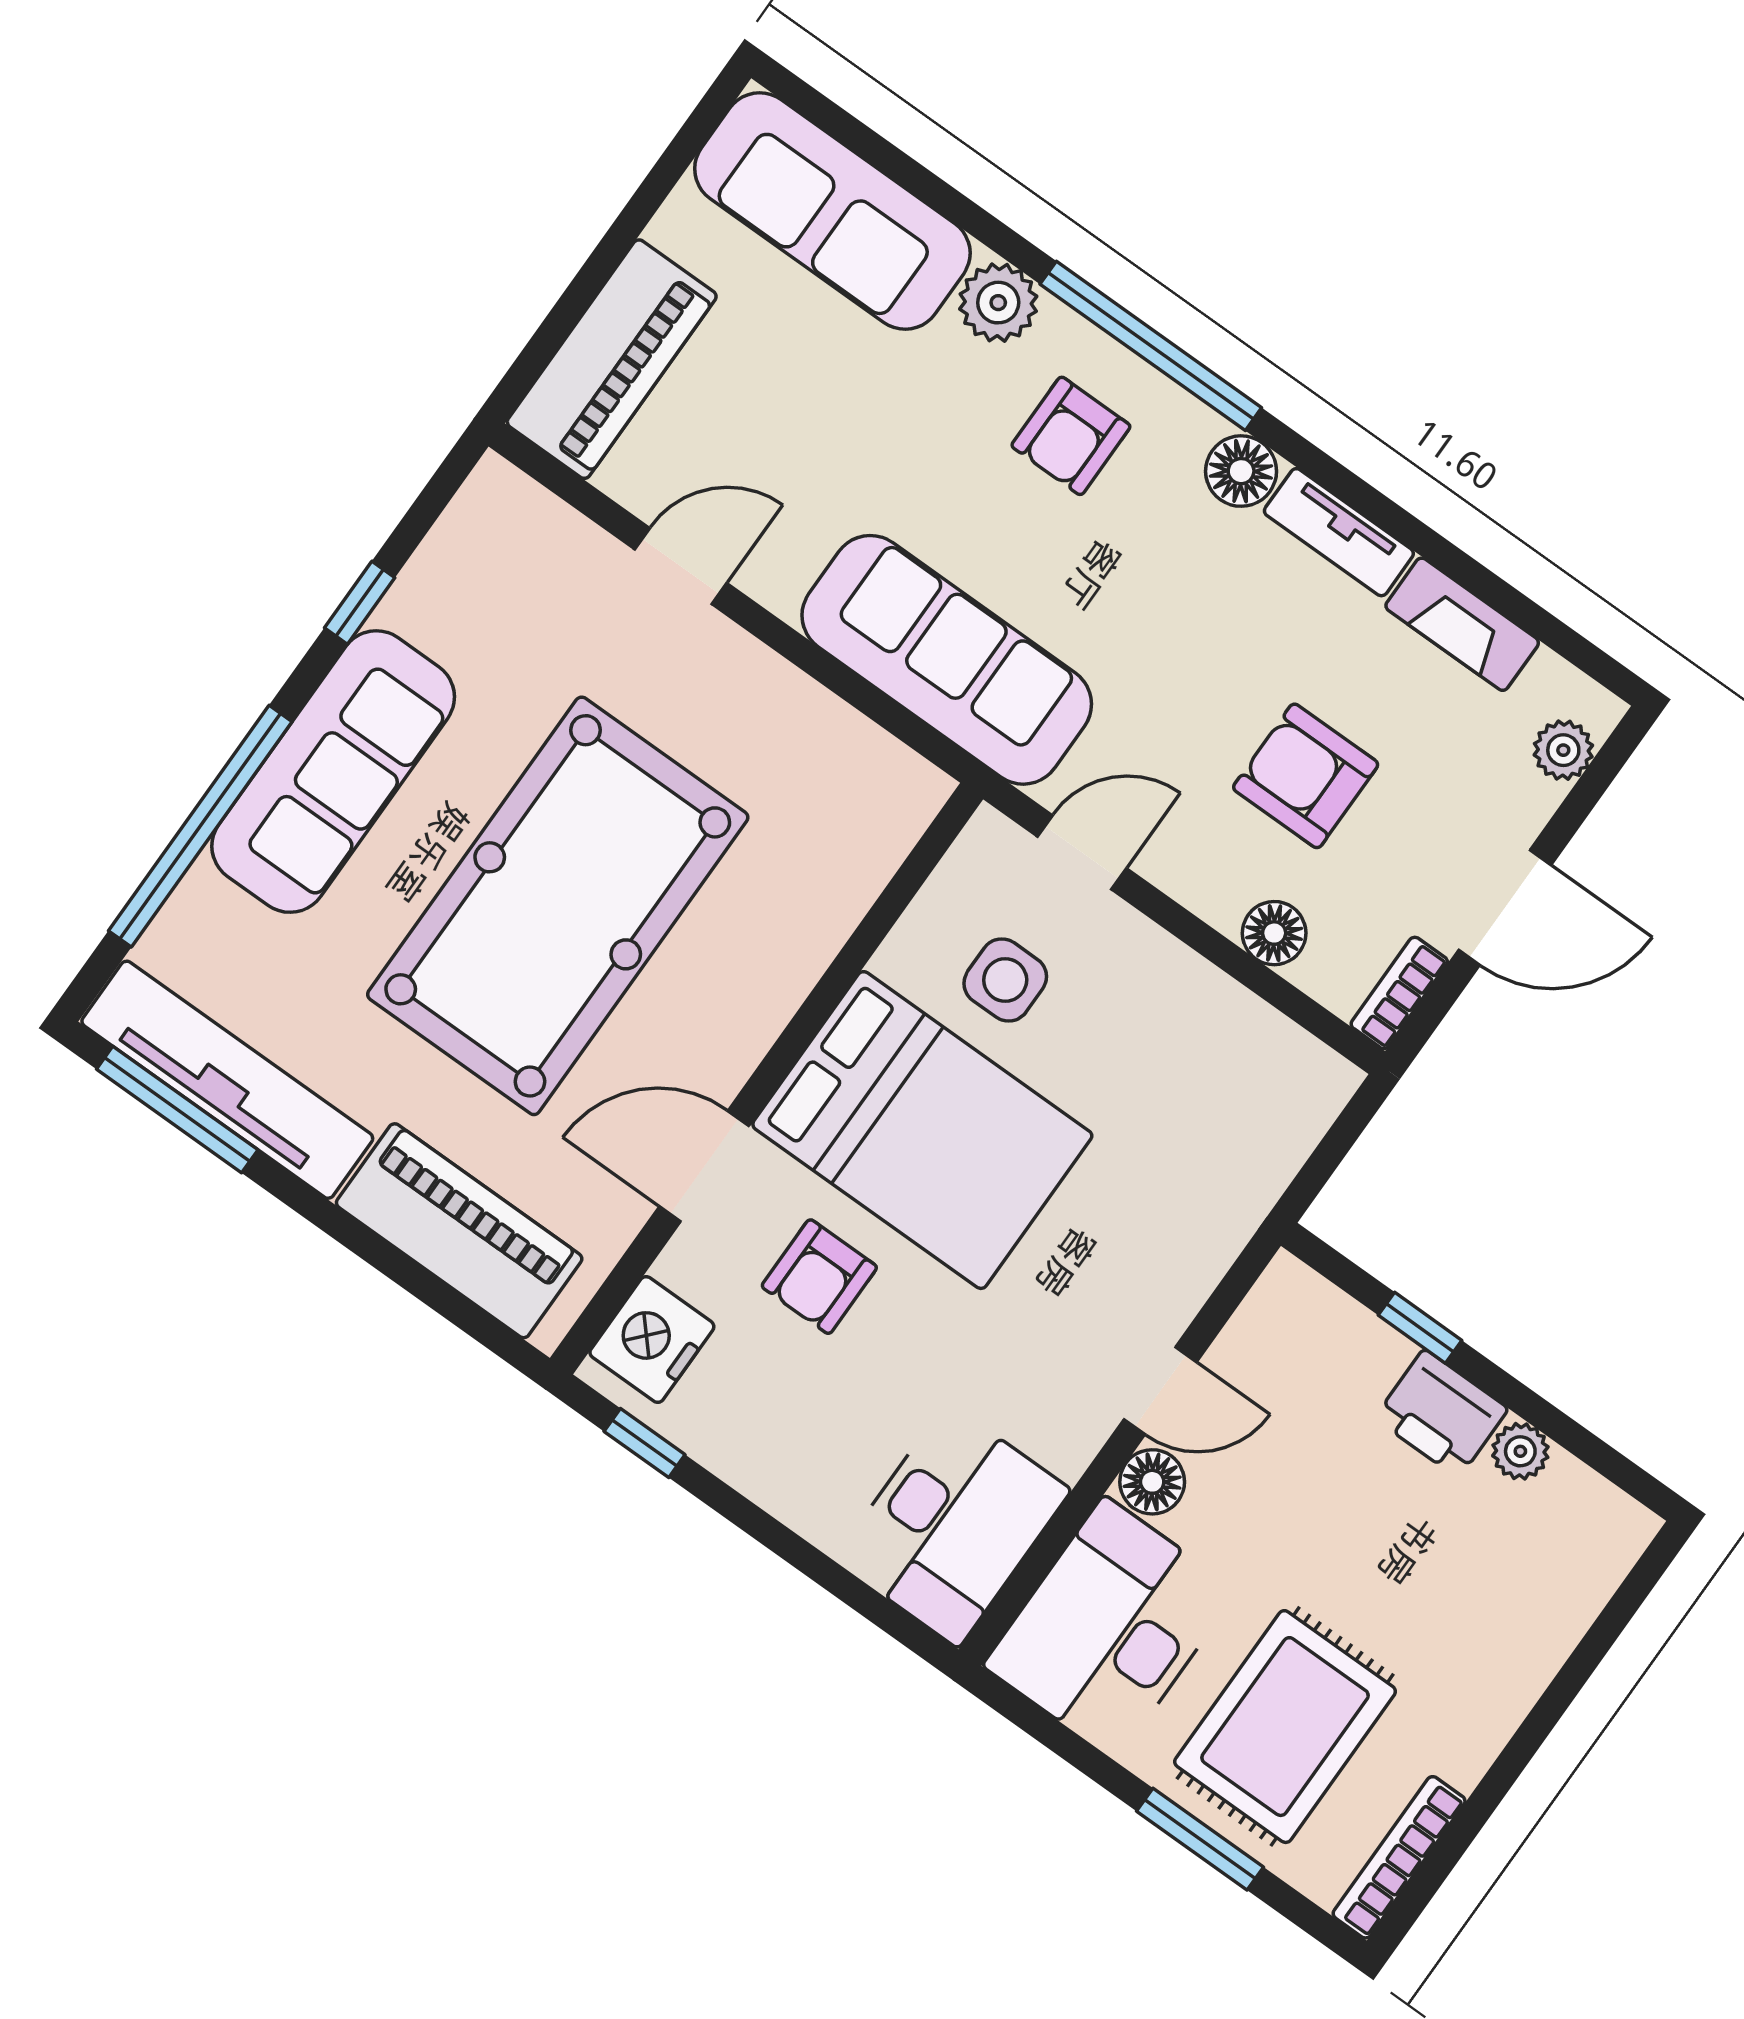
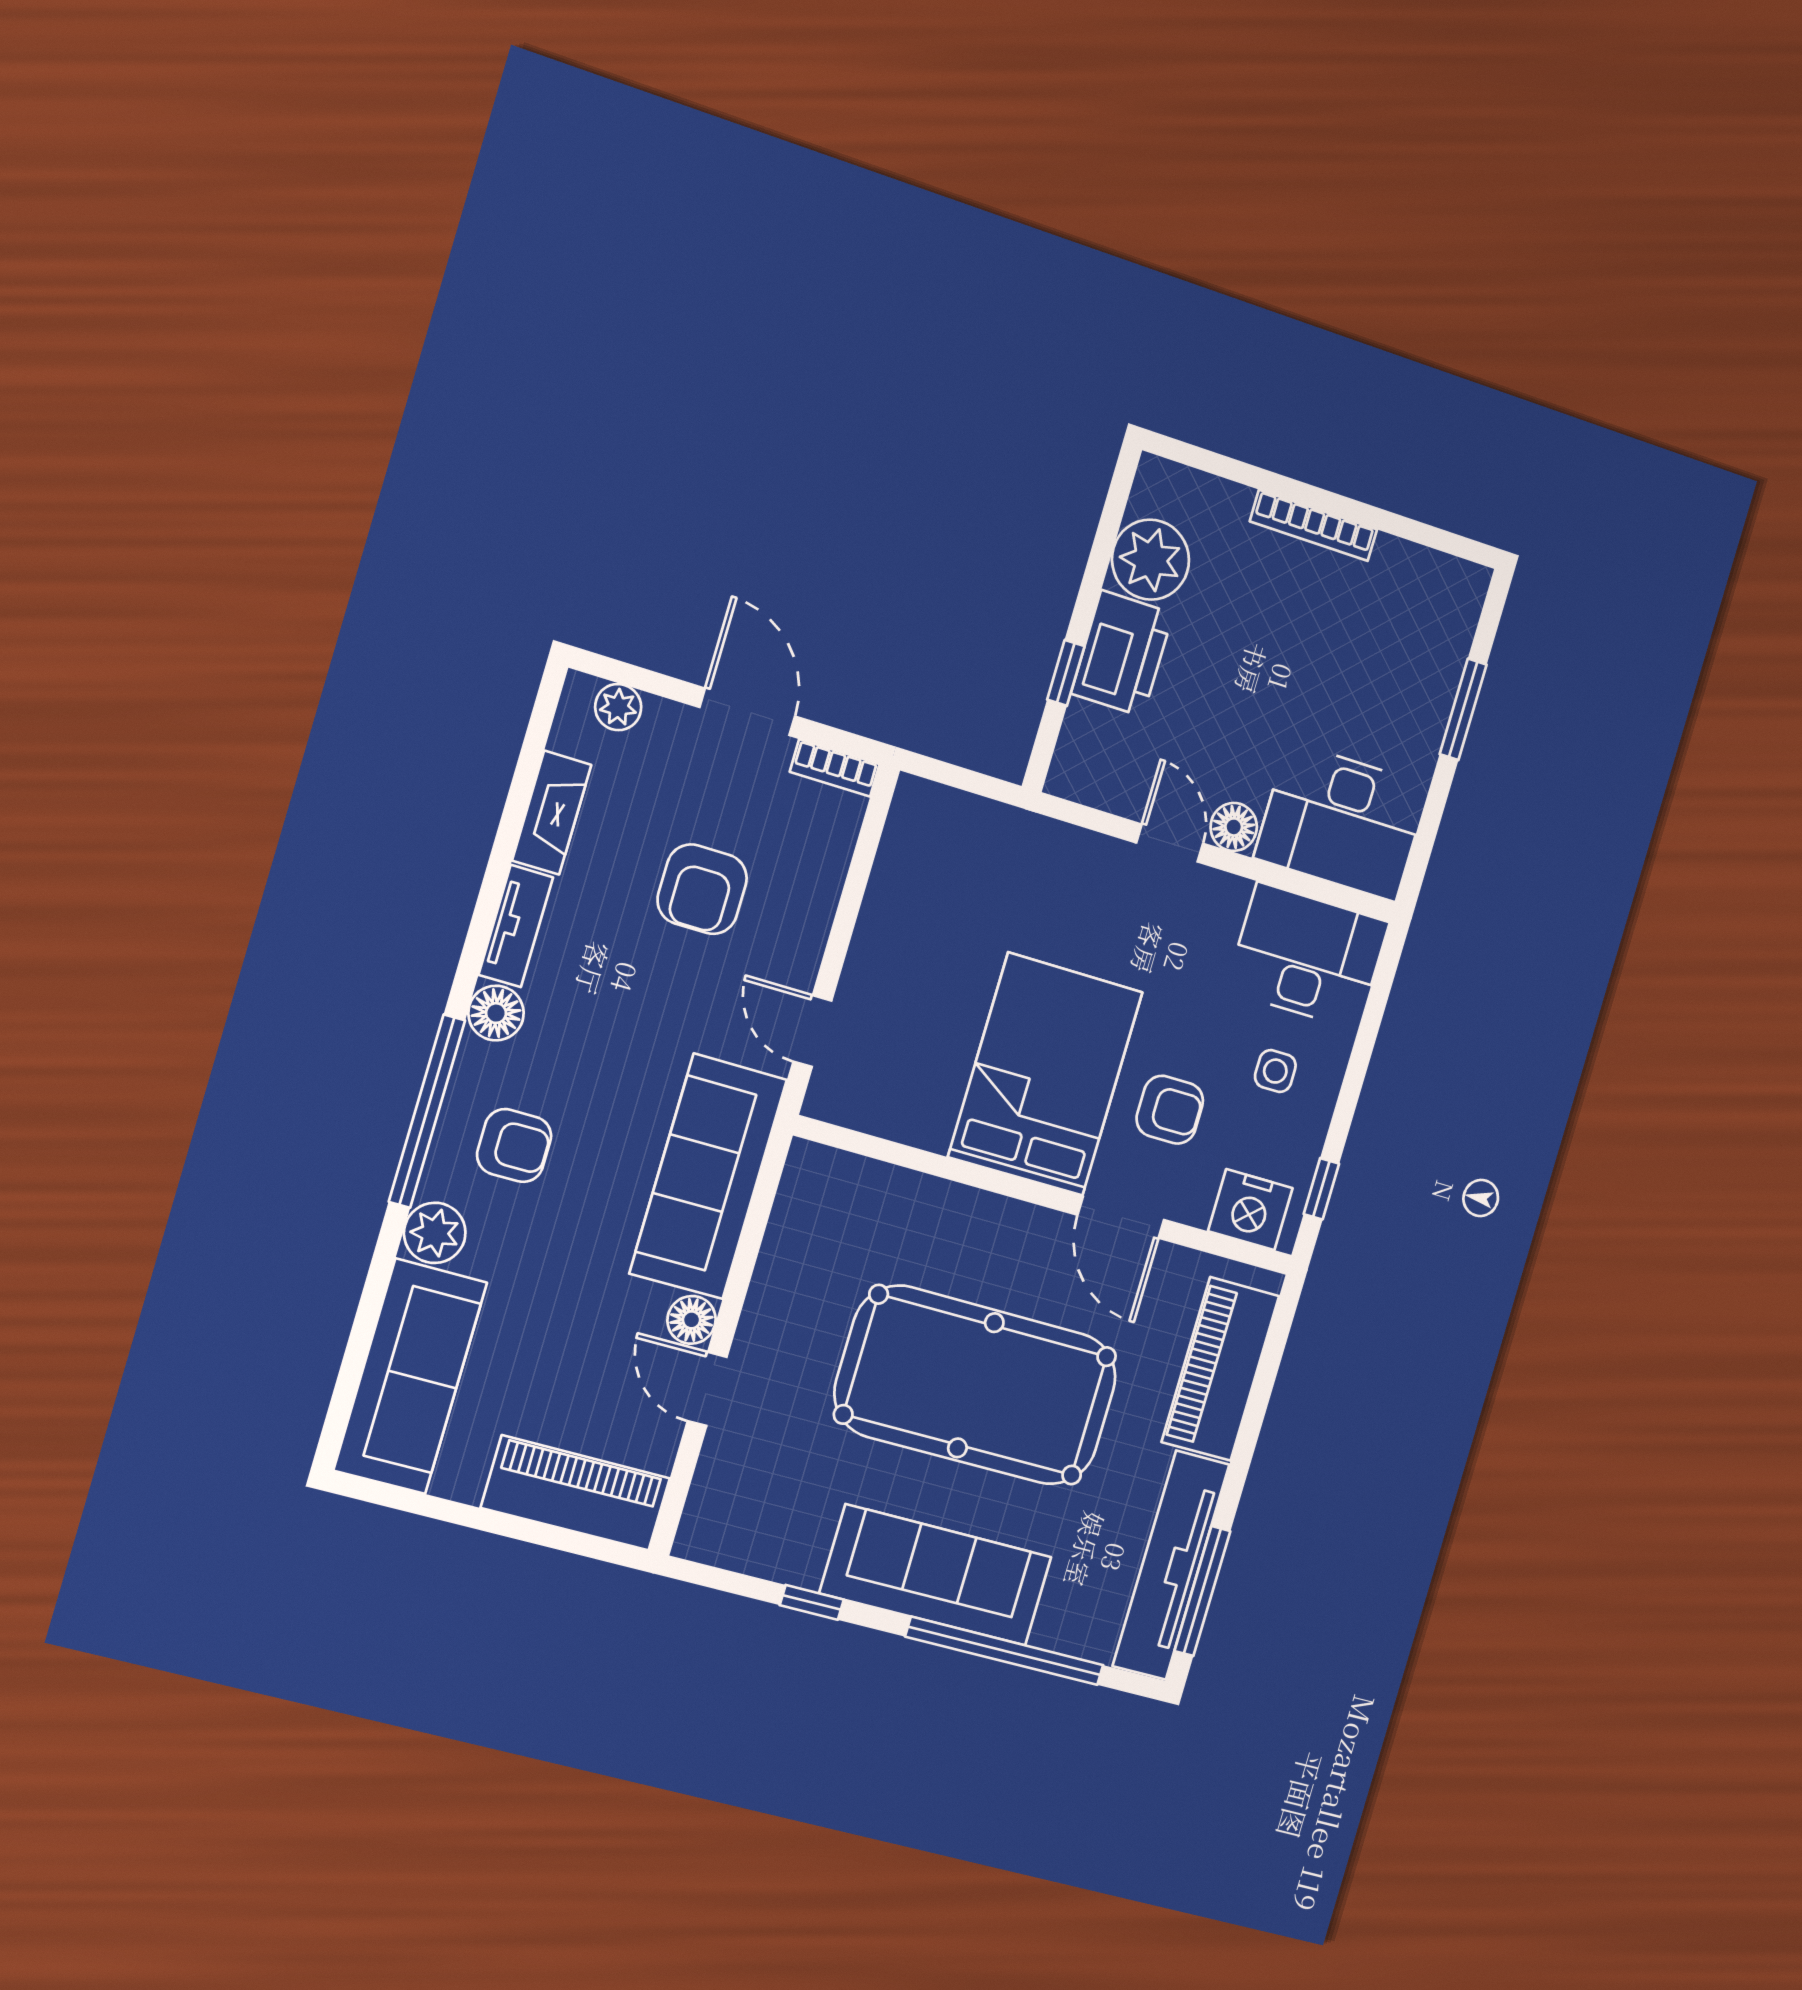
floor lamp: (1274, 933) -> (692, 1320), moved
side table: (1005, 980) -> (1275, 1071), moved, width x0.73, depth x0.73
printer: (1441, 1414) -> (1122, 653), width x1.37, depth x1.19
plant: (1520, 1451) -> (1151, 560), width x1.88, depth x1.88
rug: (1285, 1727) -> (1369, 676), removed
bookcase: (1399, 1857) -> (1314, 525), moved

